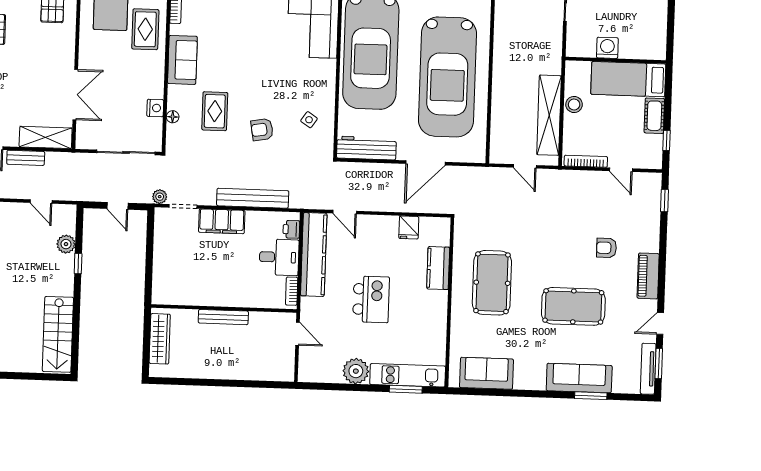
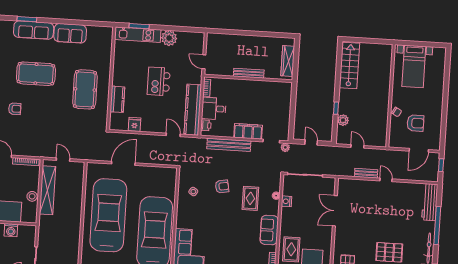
shelving: (46, 137) -> (354, 185), removed
workbench: (366, 148) -> (159, 173), removed
sofa: (486, 373) -> (70, 33), moved

